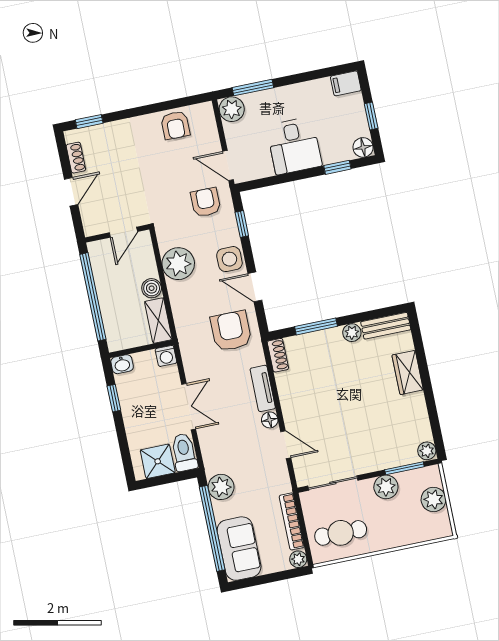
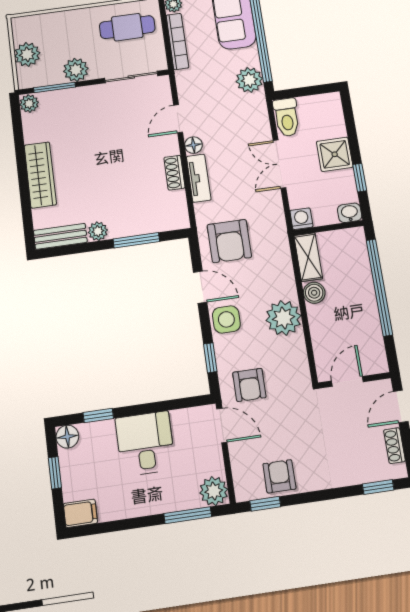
window: (186, 101) -> (265, 504), added
door: (123, 232) -> (347, 381), moved
wall: (117, 233) -> (354, 380), moved
shoe rack: (278, 355) -> (174, 173), moved
wardrobe: (408, 372) -> (40, 175), width x1.50
door: (286, 445) -> (178, 119), hinge flipped
shower: (158, 461) -> (335, 154), moved

